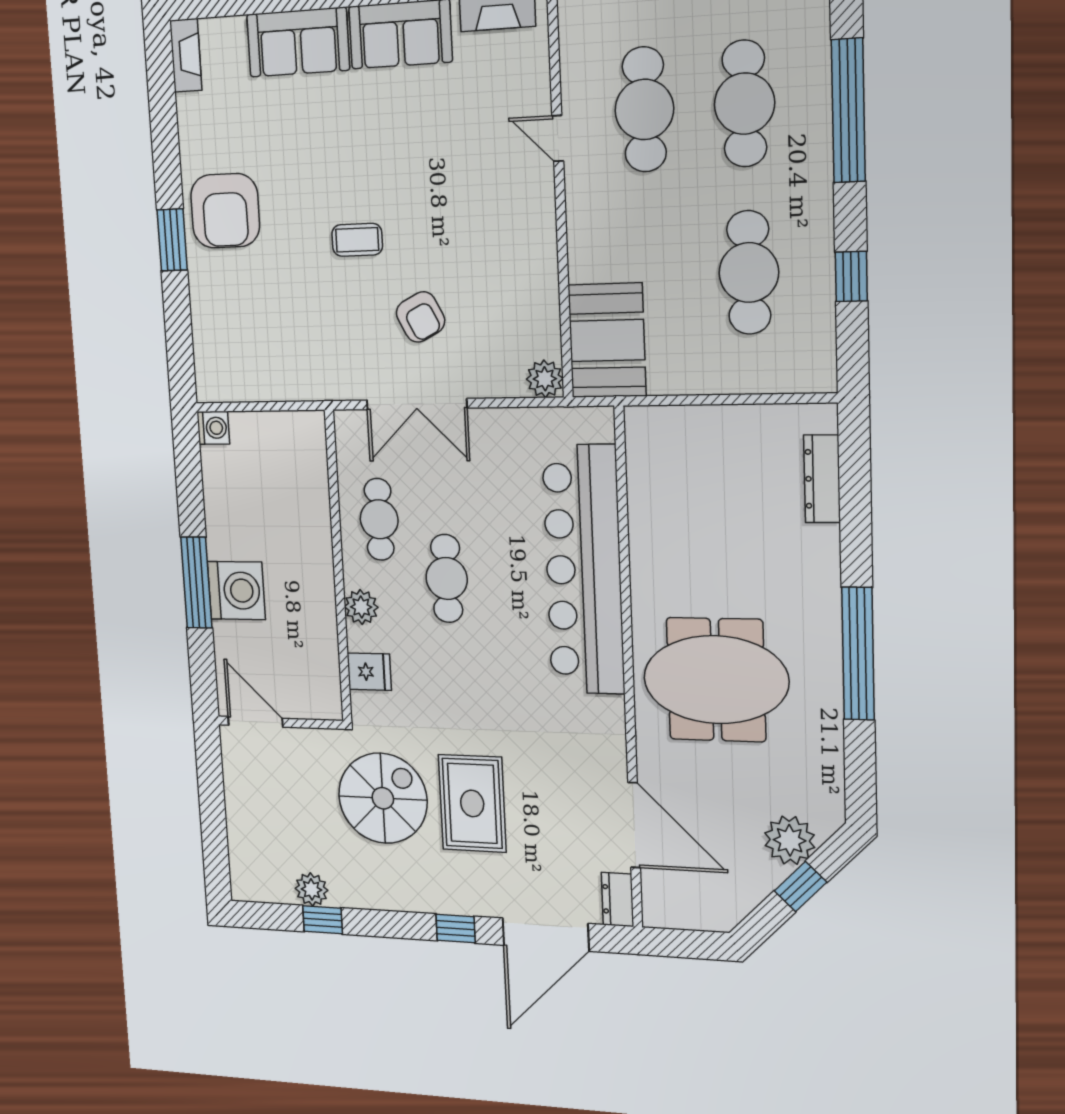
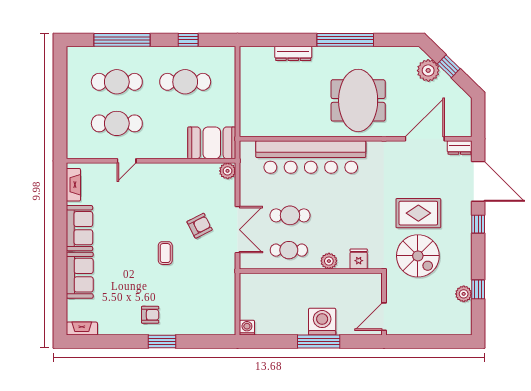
armchair: (225, 211) -> (150, 315), width x0.53, depth x0.53
dresser: (822, 479) -> (293, 53), moved
cafe table: (447, 578) -> (290, 215), moved
spiral stairs: (383, 798) -> (418, 256), turned 180

